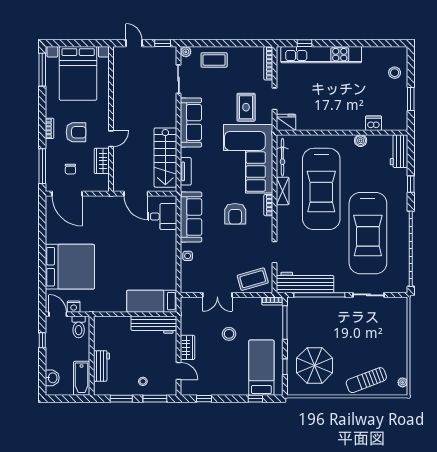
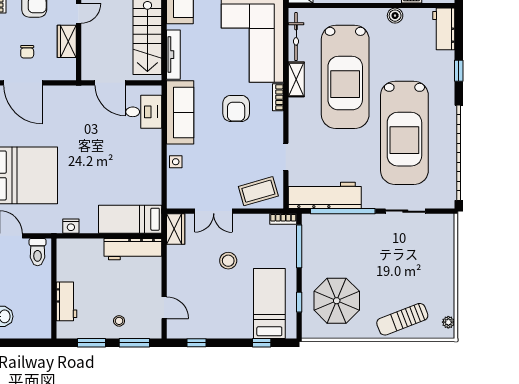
tv unit: (186, 171) -> (173, 55), width x1.41
nightstand: (74, 307) -> (71, 226), moved
wardrobe: (188, 347) -> (176, 229), moved
bathtub: (82, 378) -> (41, 317), removed

